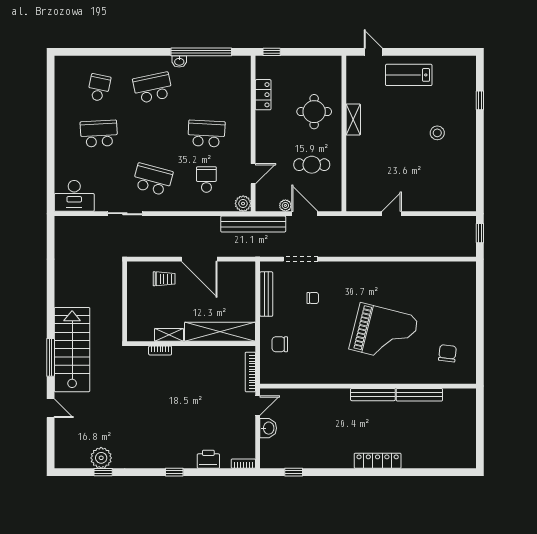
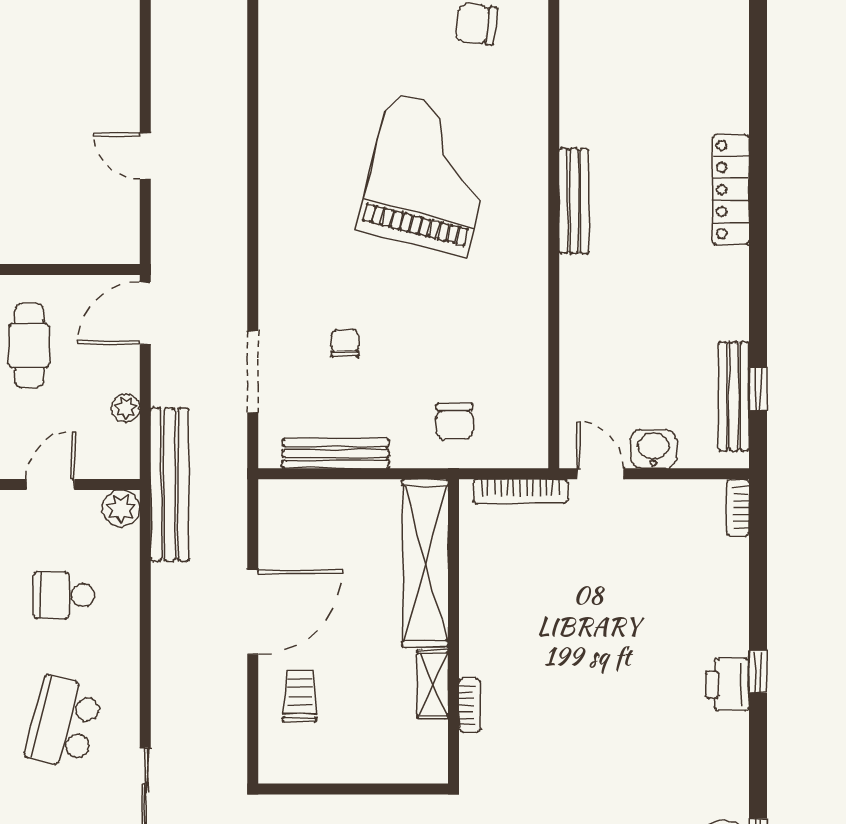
door: (253, 174) -> (50, 484), hinge flipped
door: (305, 214) -> (145, 313), moved
bench: (419, 395) -> (734, 396), moved
printer: (208, 459) -> (727, 685), moved

